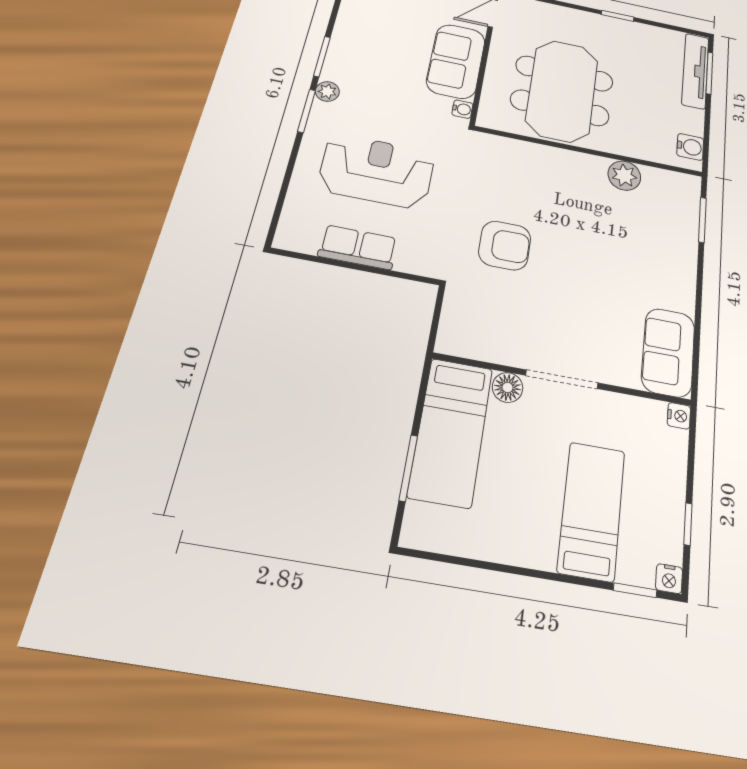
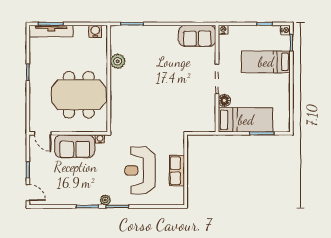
armchair: (505, 245) -> (163, 110), removed

